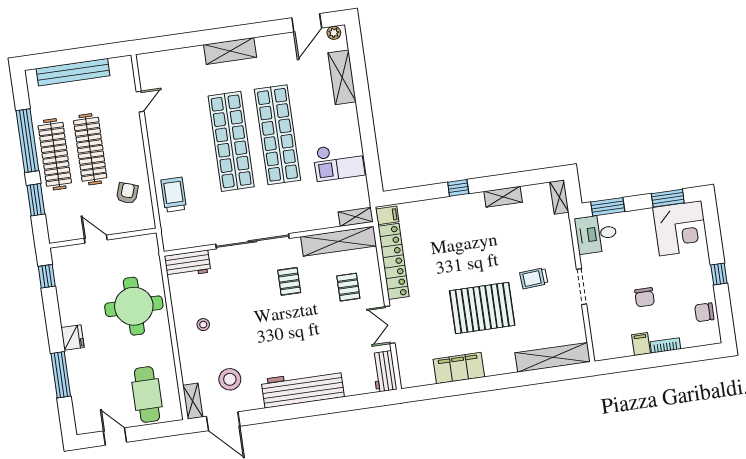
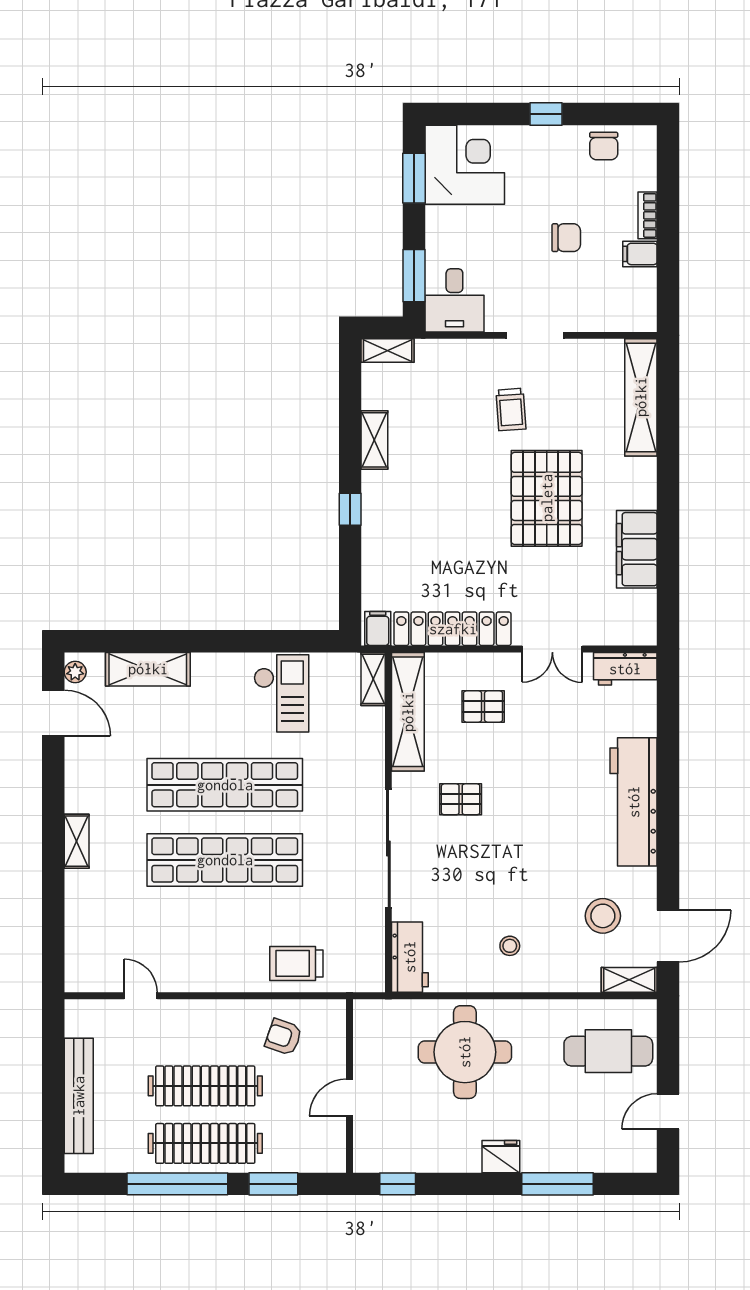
shelving: (230, 51) -> (77, 841), width x0.67, depth x0.75

